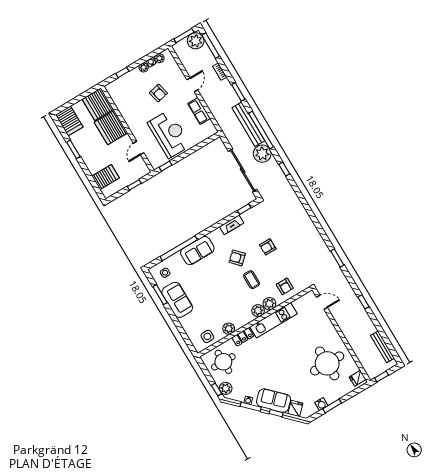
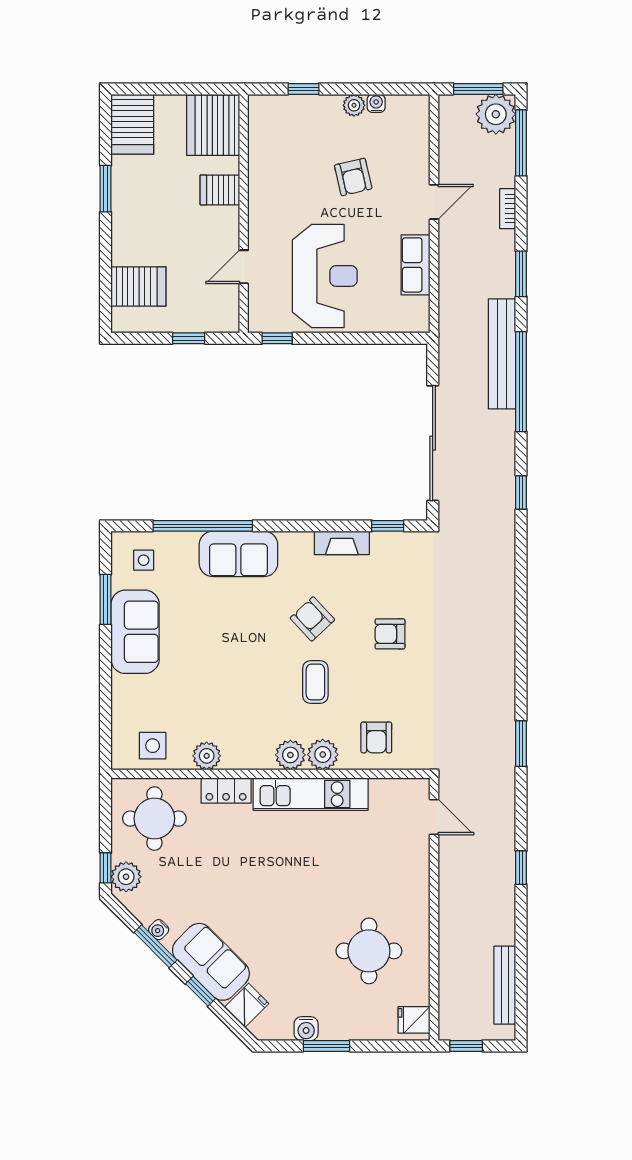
plant: (159, 58) -> (399, 106), removed
server rack: (111, 128) -> (220, 190), width x0.46, depth x0.70
plant: (262, 154) -> (494, 432), removed
round table: (327, 363) -> (369, 951), width x0.73, depth x0.73

